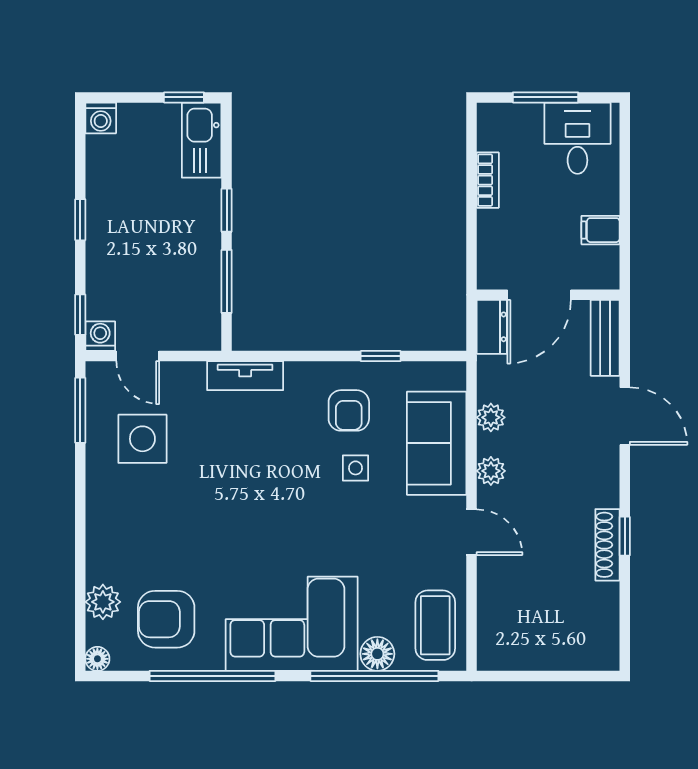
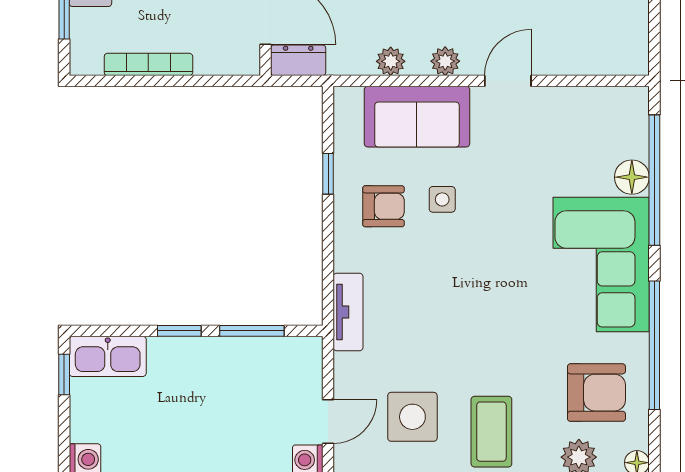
bookcase: (488, 180) -> (148, 64), width x1.56
armchair: (166, 619) -> (596, 393), turned -90
coffee table: (435, 625) -> (491, 432), moved, turned 90

